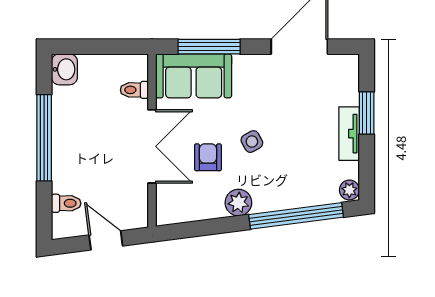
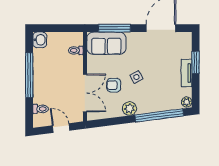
double door: (152, 146) -> (85, 93), moved
armchair: (208, 157) -> (114, 85), turned -90

